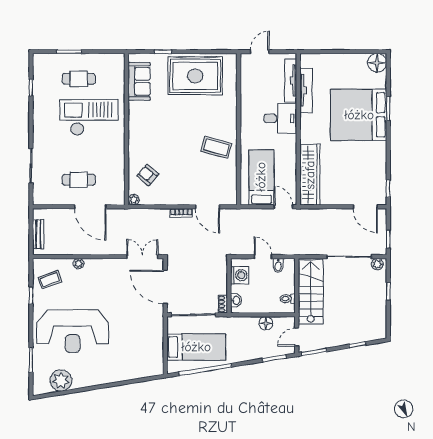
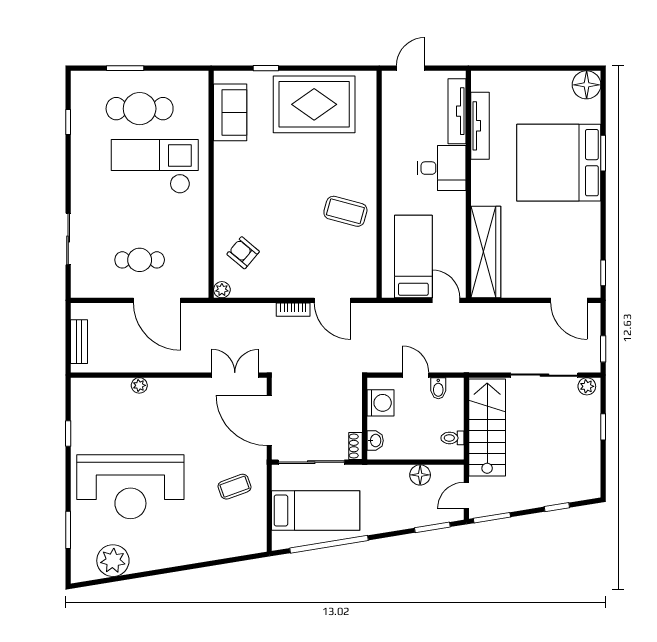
cafe table: (79, 79) -> (140, 109), width x1.37, depth x1.35
coffee table: (50, 280) -> (235, 487), moved

